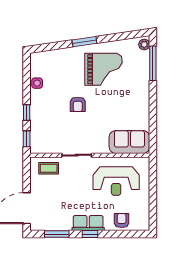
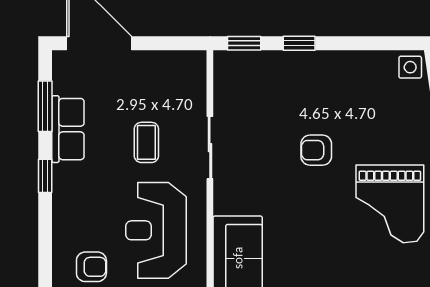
side table: (37, 83) -> (410, 67), moved
coffee table: (49, 168) -> (146, 142), moved
armchair: (122, 221) -> (91, 267), moved
row of seats: (88, 223) -> (68, 129), moved

